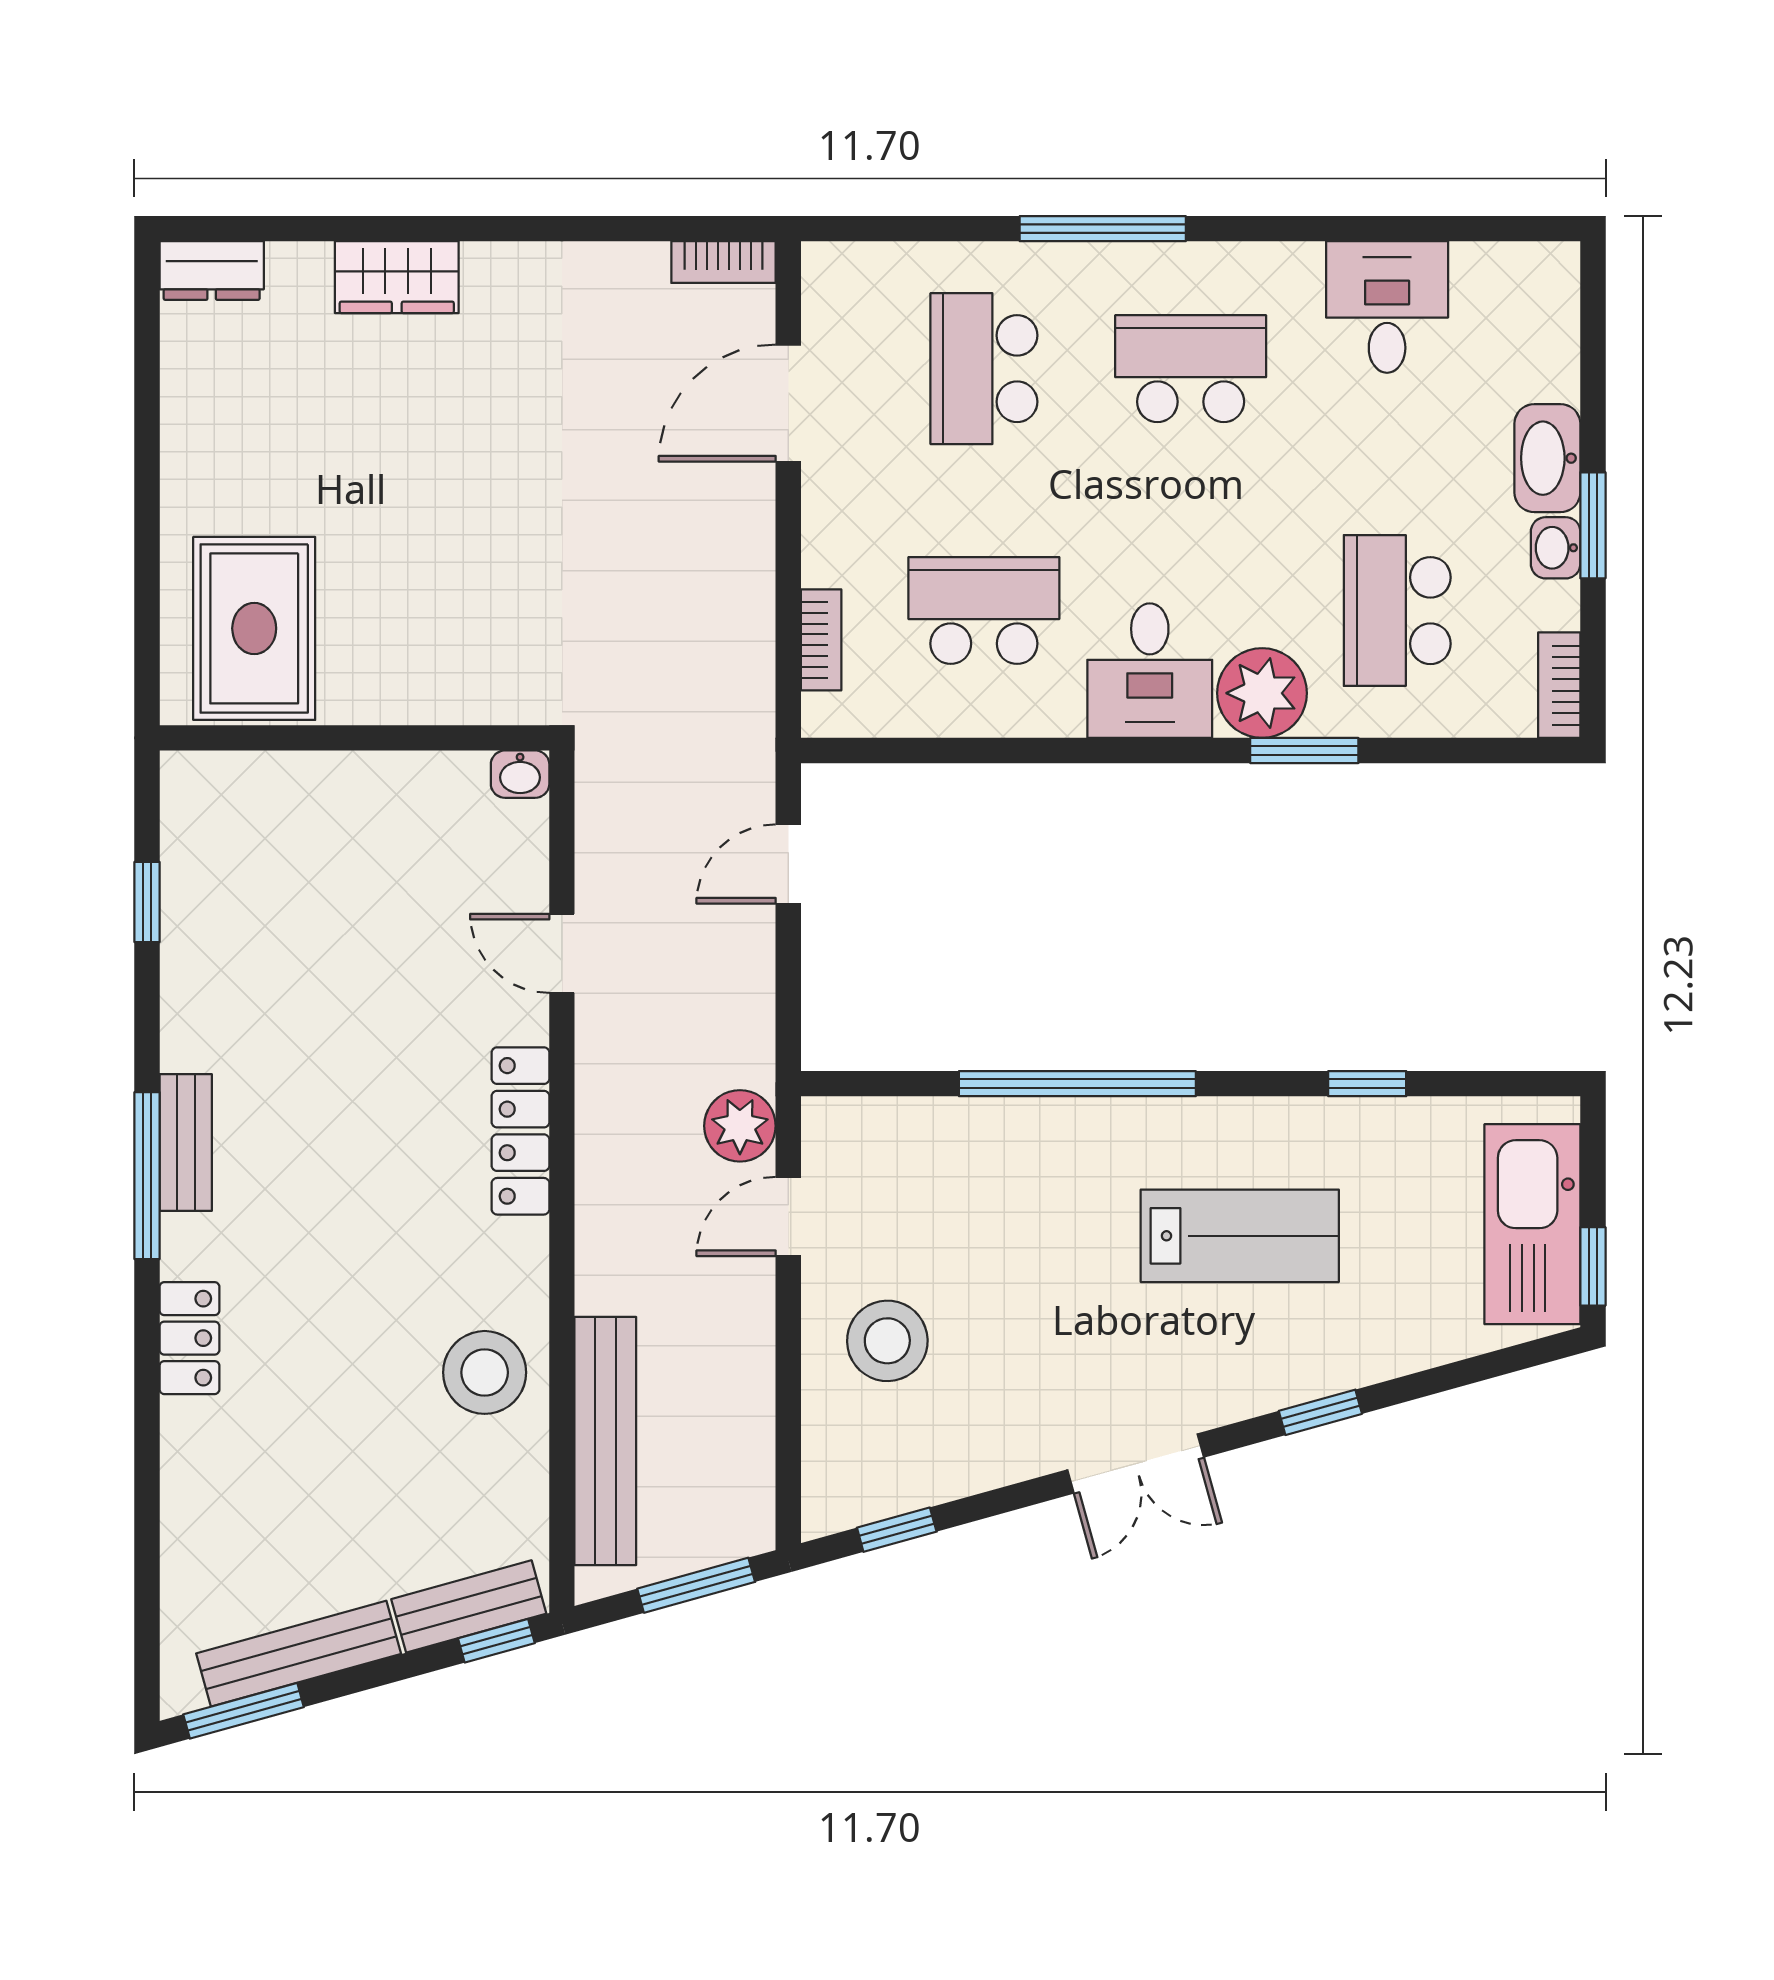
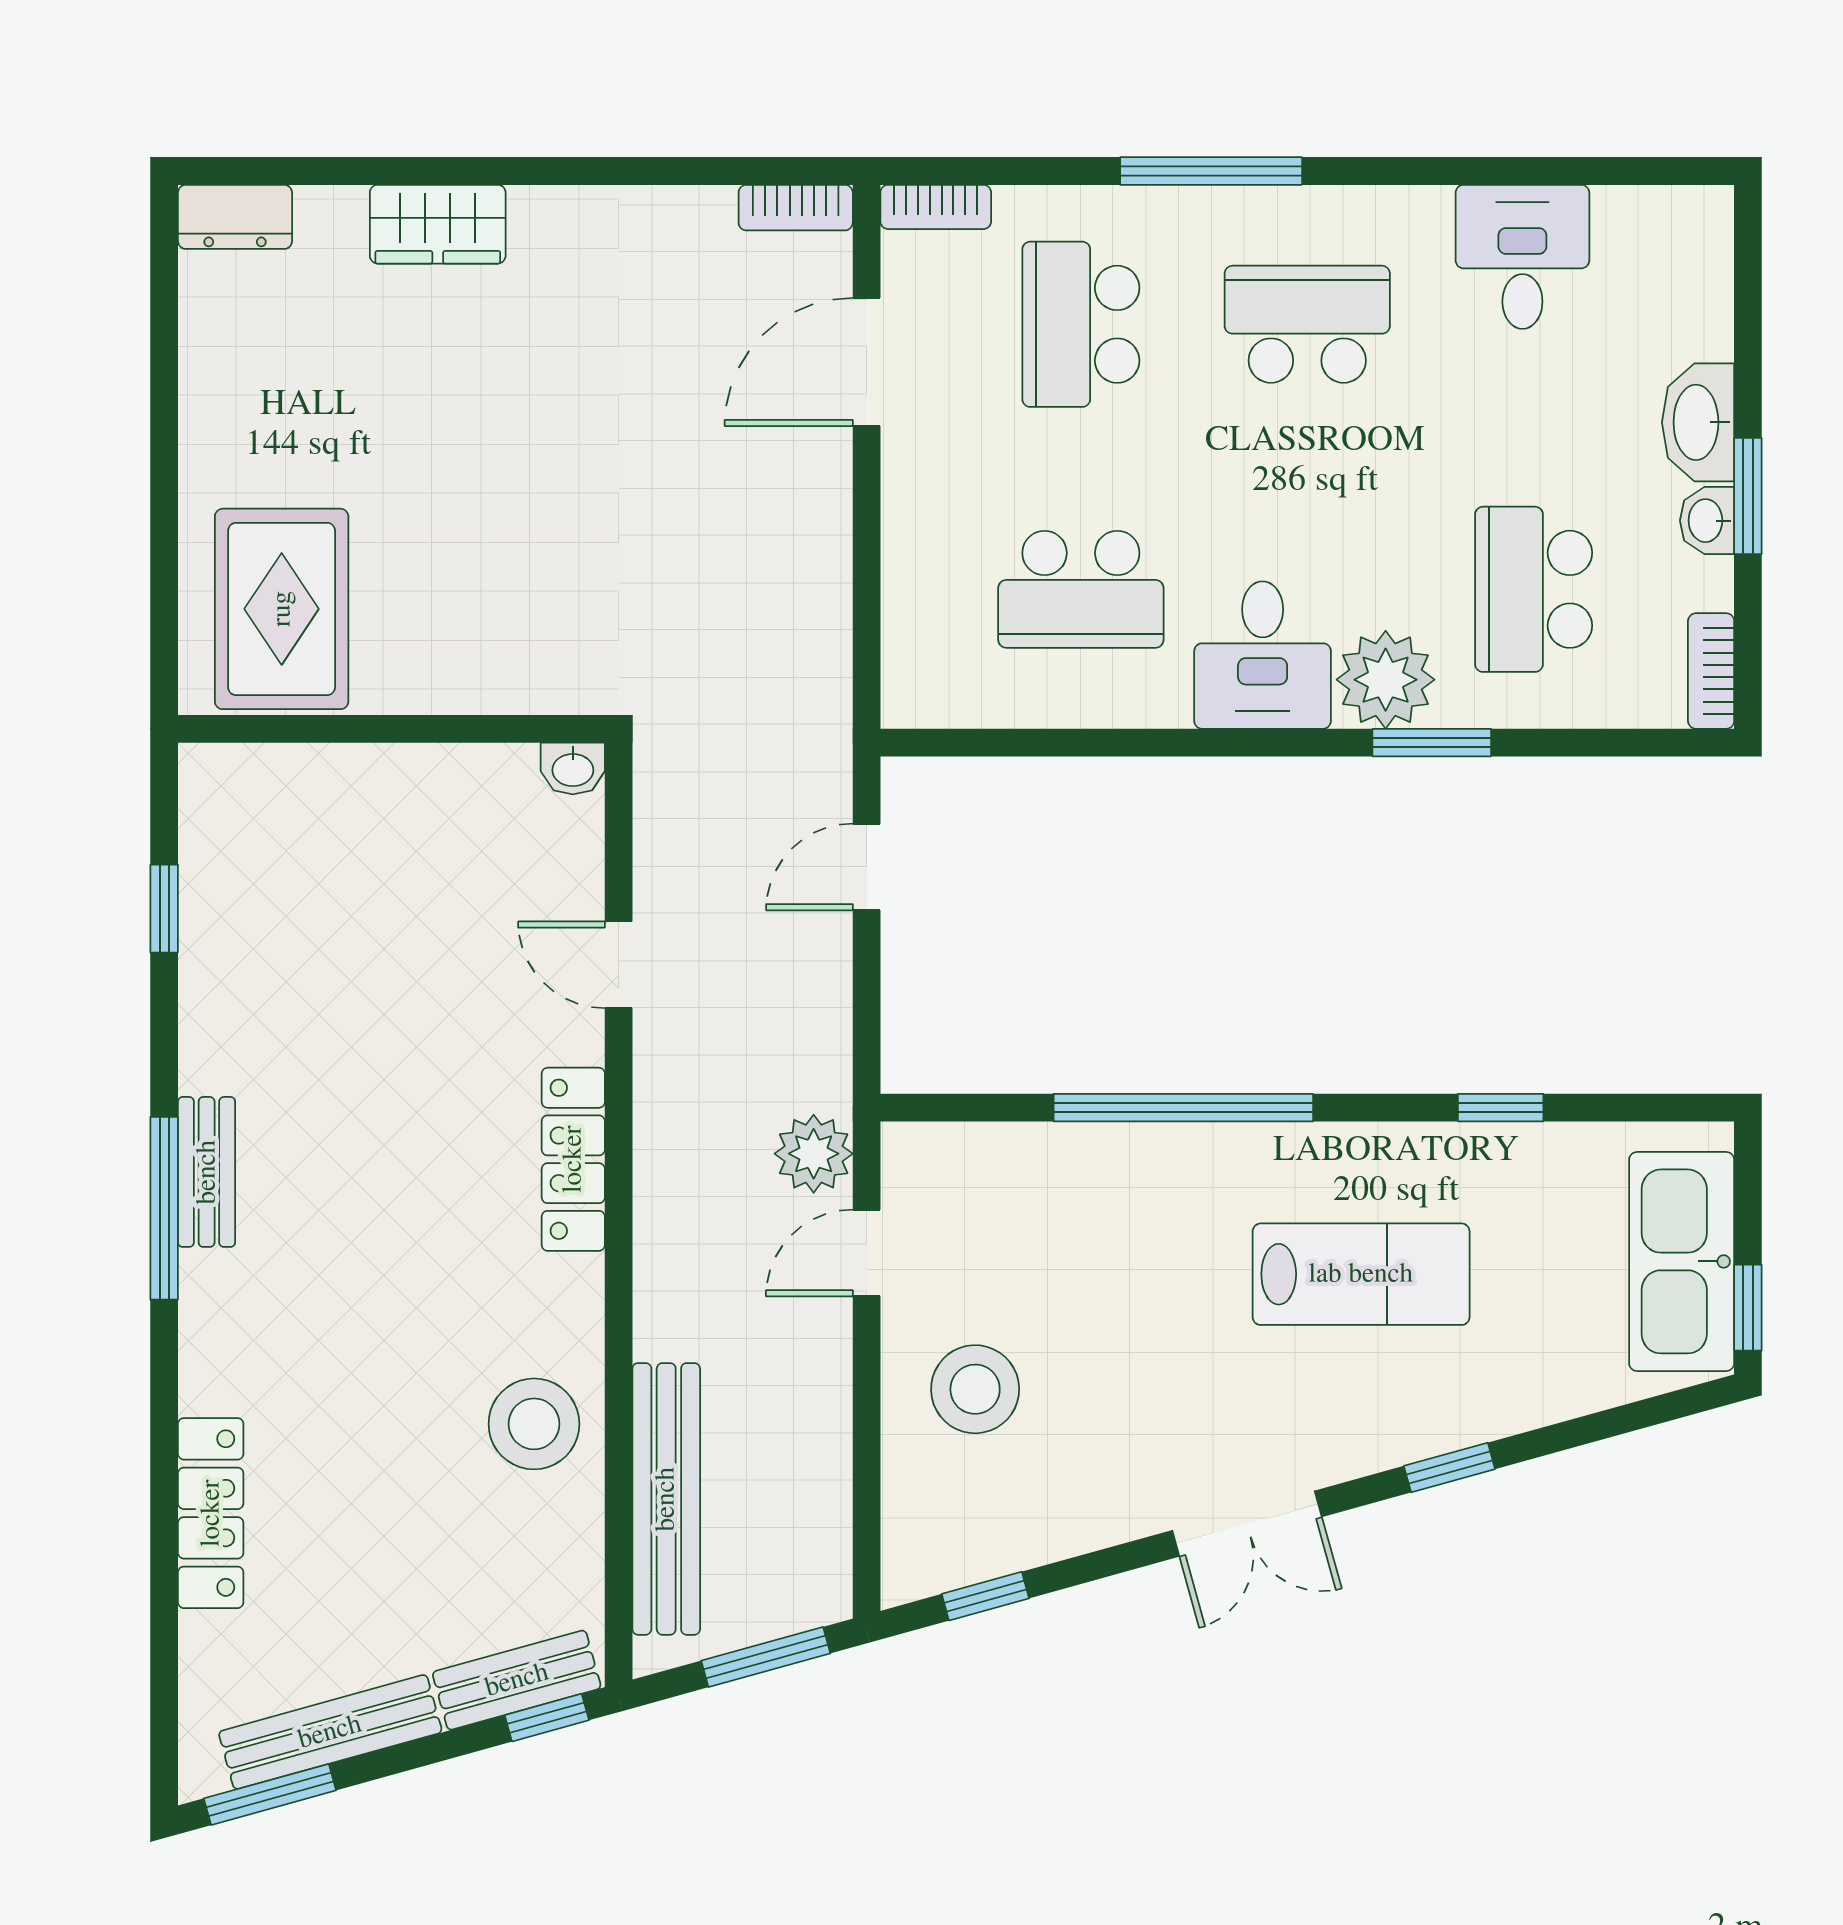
school desk: (984, 611) -> (1081, 589), turned 180
bookcase: (821, 640) -> (936, 207), moved, turned 90
locker: (189, 1338) -> (211, 1513), moved, width x1.53

